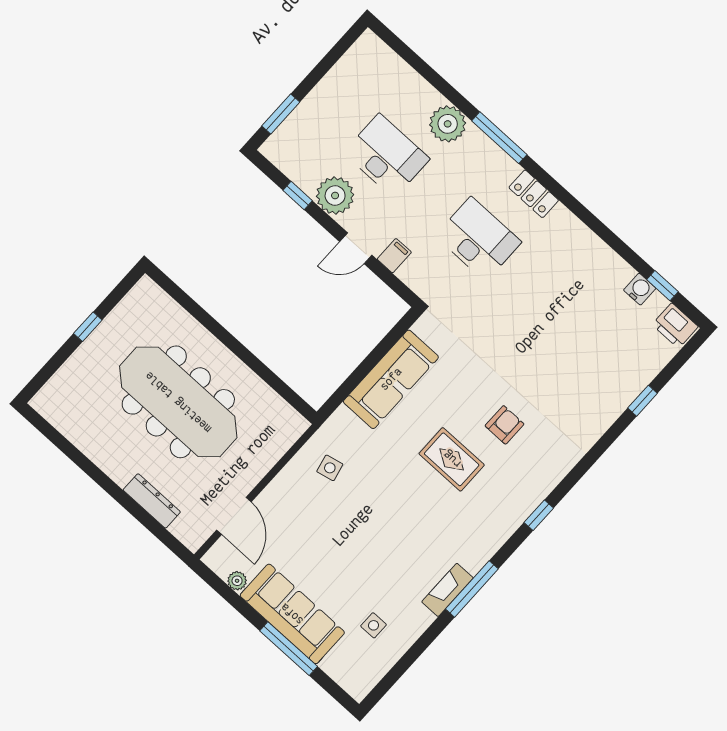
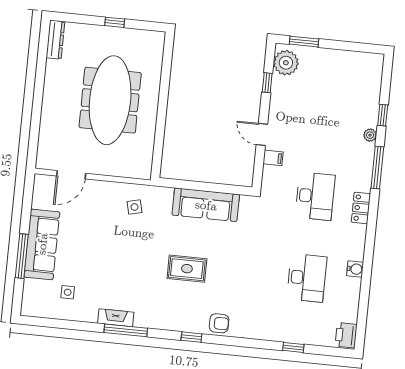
plant: (448, 124) -> (370, 135), width x0.53, depth x0.53
desk: (386, 156) -> (307, 278), moved
plant: (335, 196) -> (286, 63), moved
window: (662, 286) -> (383, 115), moved
water cooler: (640, 289) -> (355, 269), moved
armchair: (505, 425) -> (219, 323), moved
rug: (452, 459) -> (187, 269), turned 90
dresser: (152, 501) -> (55, 40), moved
plant: (237, 581) -> (38, 202), removed

